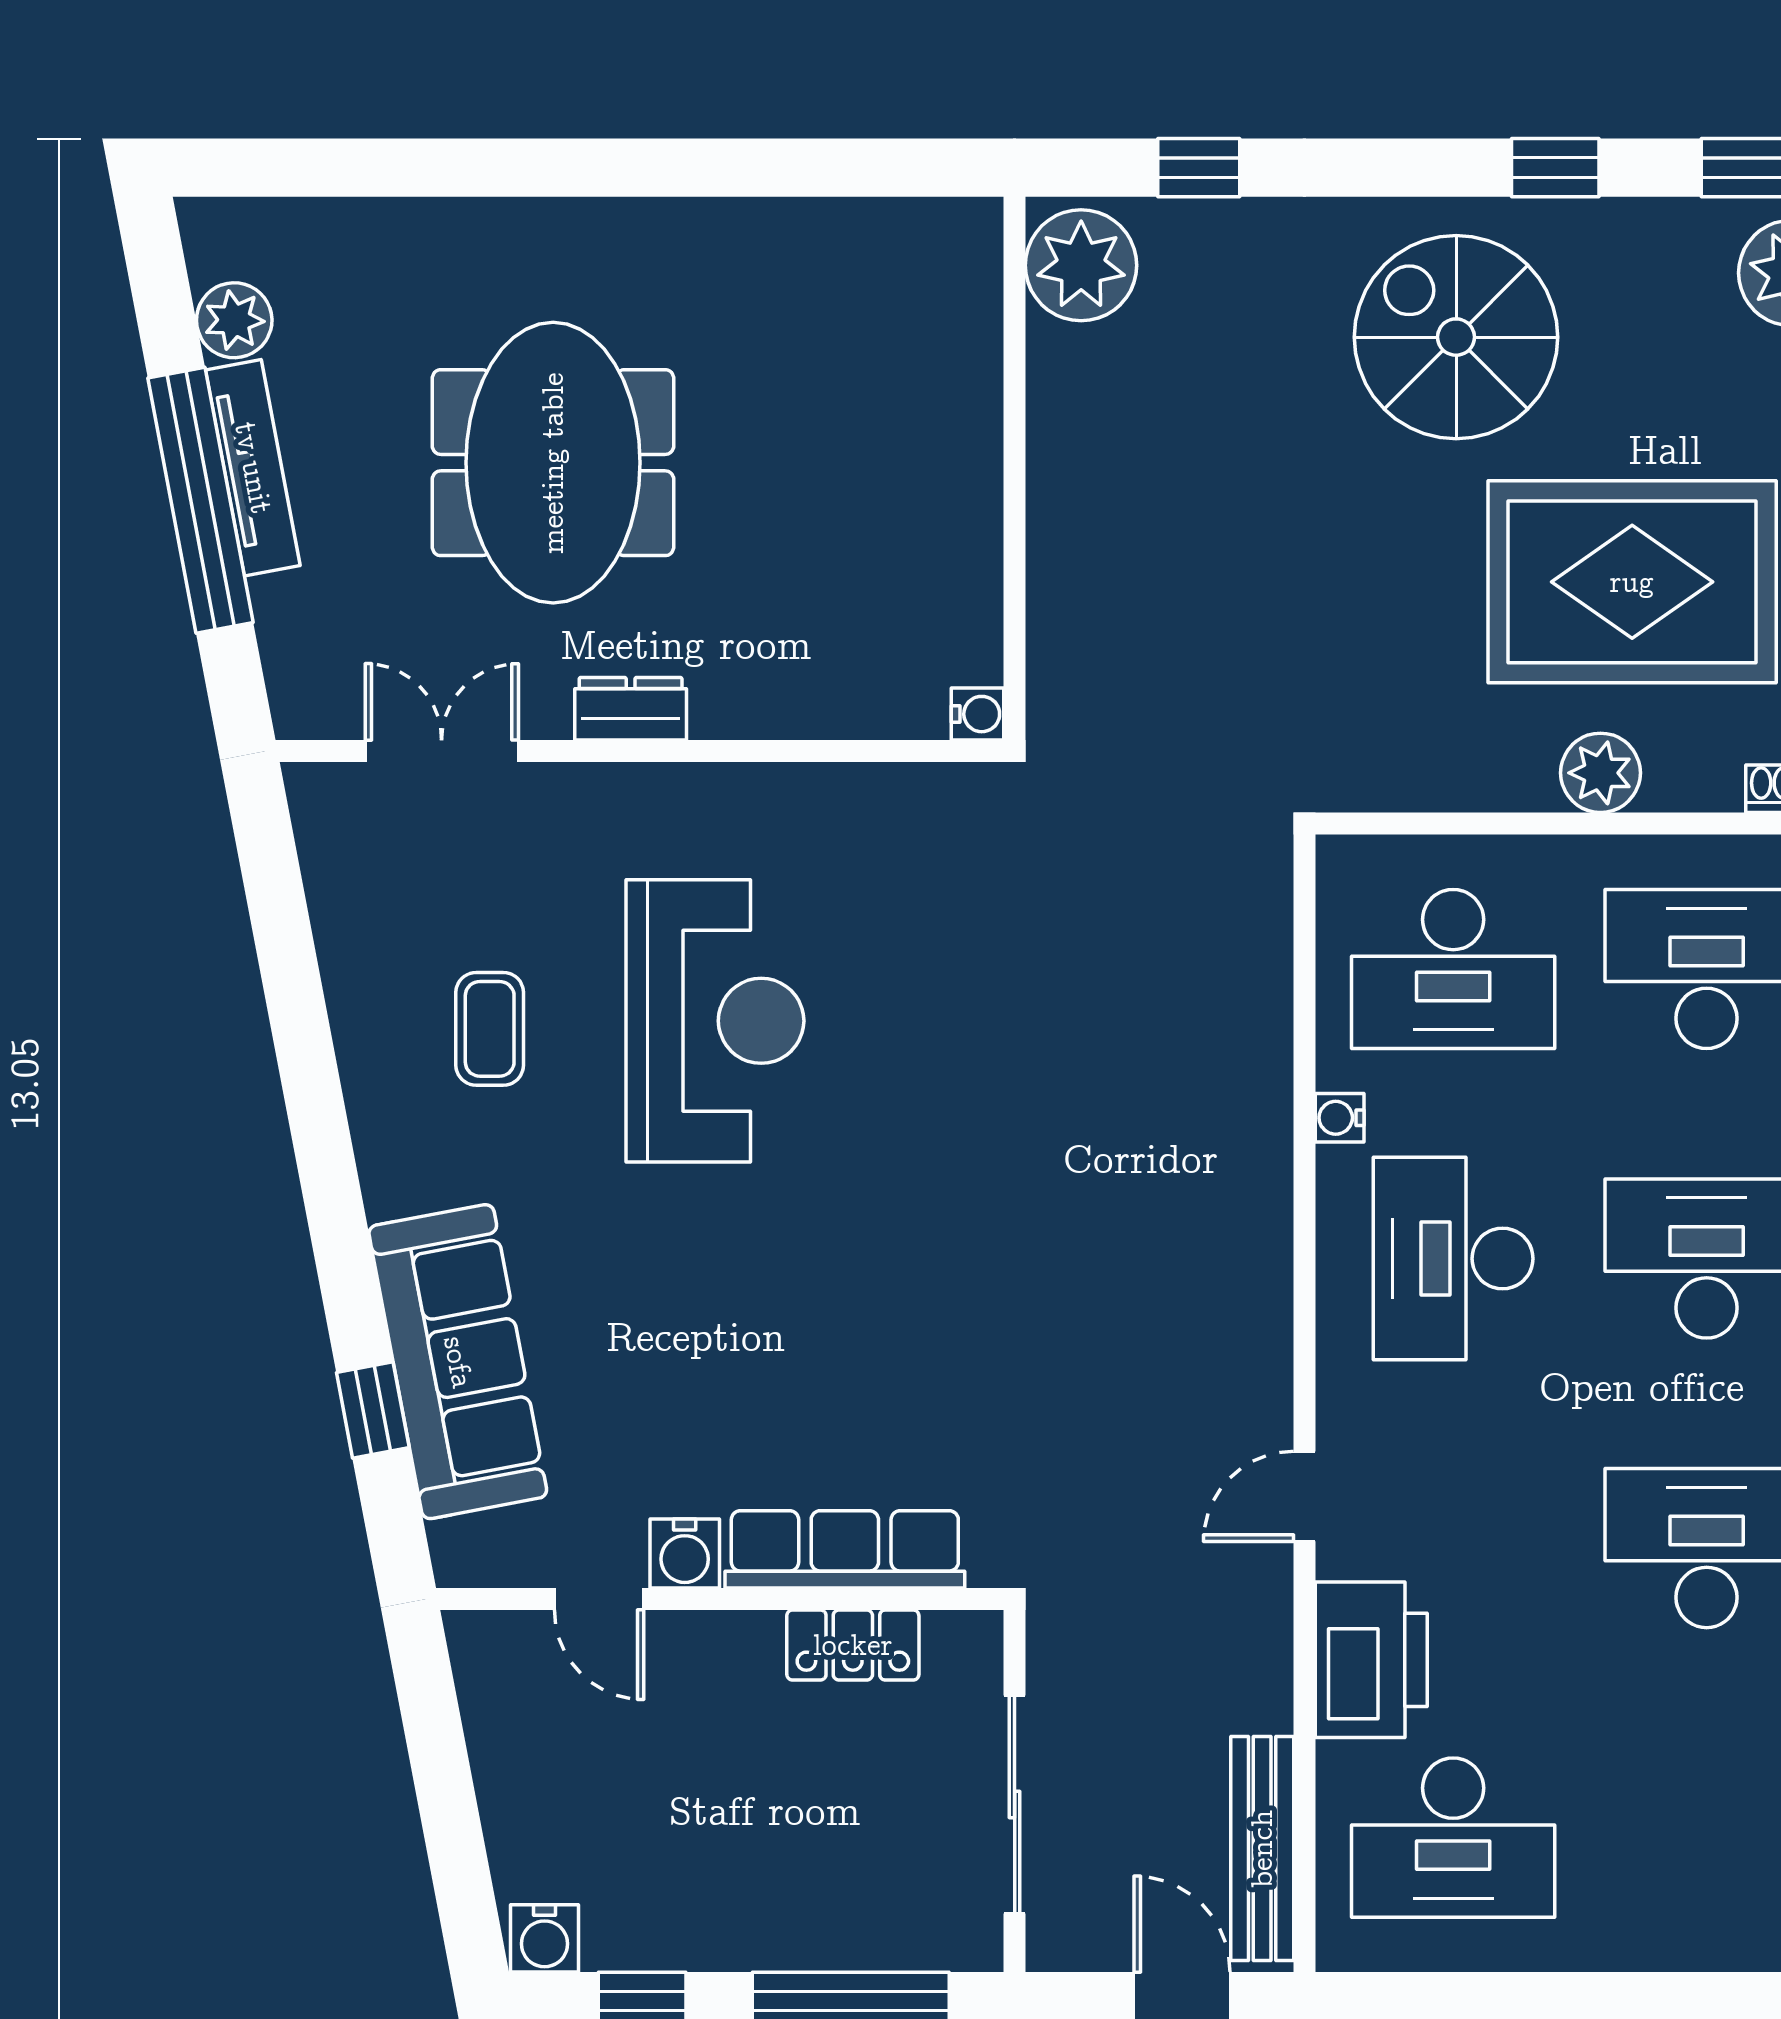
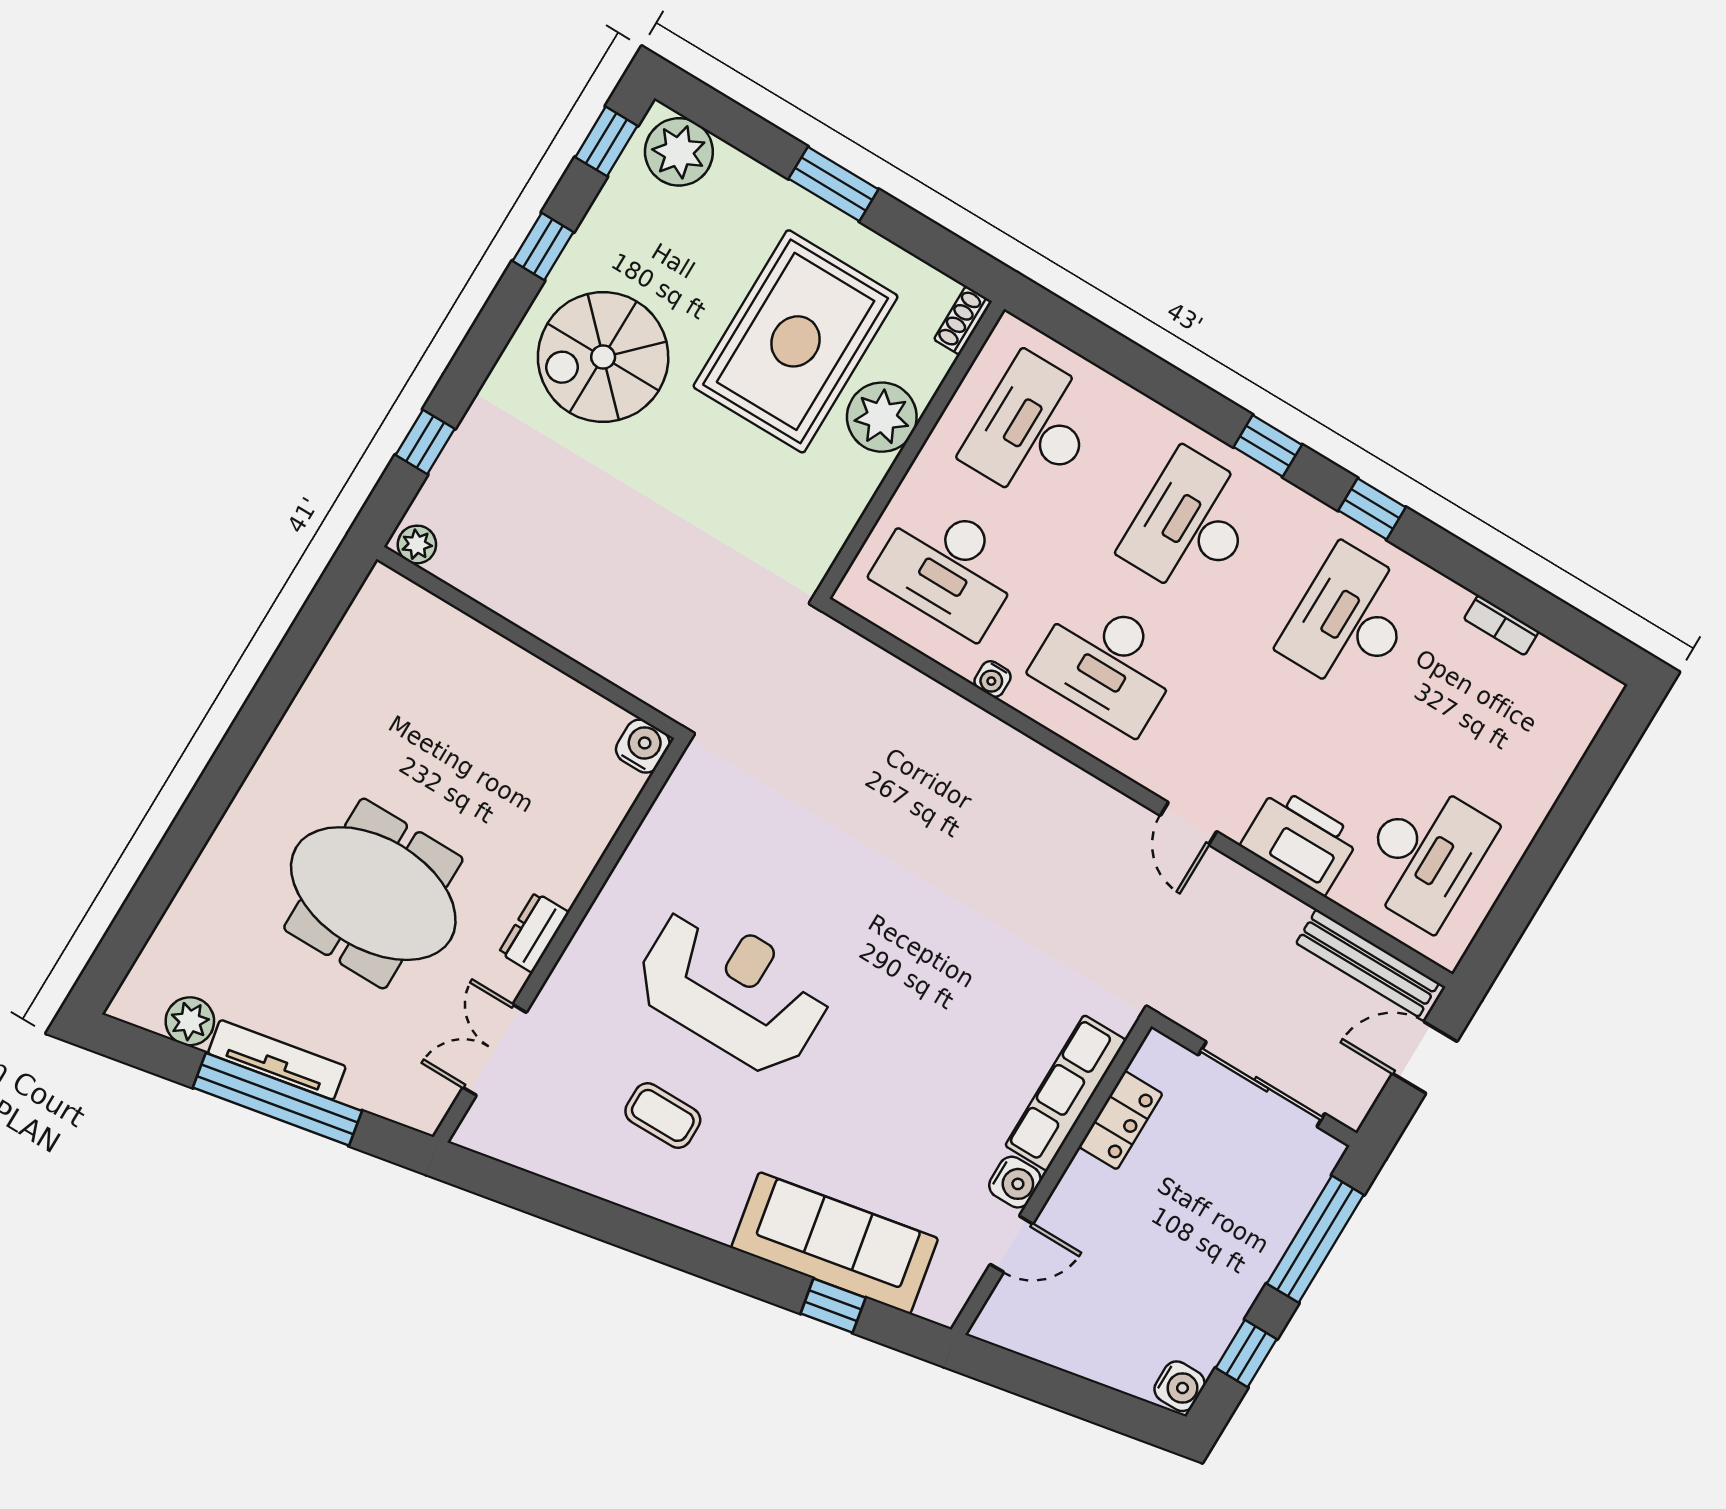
plant: (1081, 265) -> (417, 544), width x0.53, depth x0.53
water cooler: (978, 714) -> (643, 746), width x1.38, depth x1.38
plant: (1600, 773) -> (882, 417), width x1.36, depth x1.36
desk: (1453, 969) -> (949, 568), turned 90

